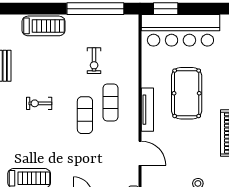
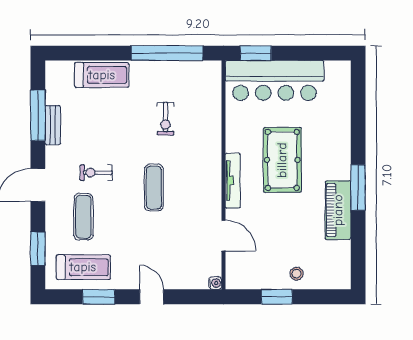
exercise mat: (111, 103) -> (83, 217), moved

